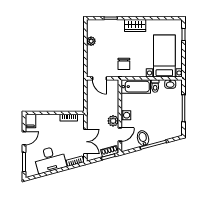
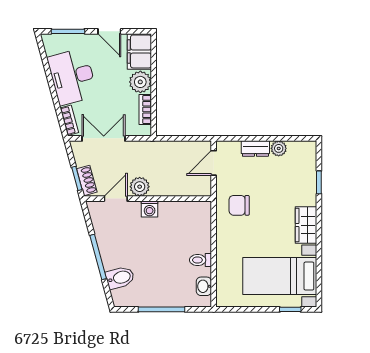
dresser: (91, 55) -> (255, 149), added
bed with nightstands: (164, 56) -> (280, 276), moved, turned 180
bathtub: (136, 87) -> (199, 226), removed
filing cabinet: (30, 121) -> (139, 51), width x2.00
plant: (53, 121) -> (140, 82), added
door: (120, 135) -> (116, 199), swing flipped
bidet: (143, 138) -> (120, 278), moved
double door: (85, 142) -> (104, 138), swing flipped

